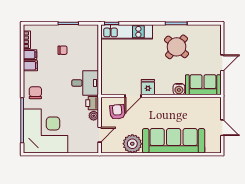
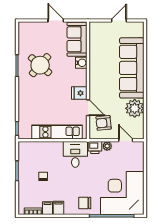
kitchen unit: (127, 32) -> (57, 132), moved, turned -90

